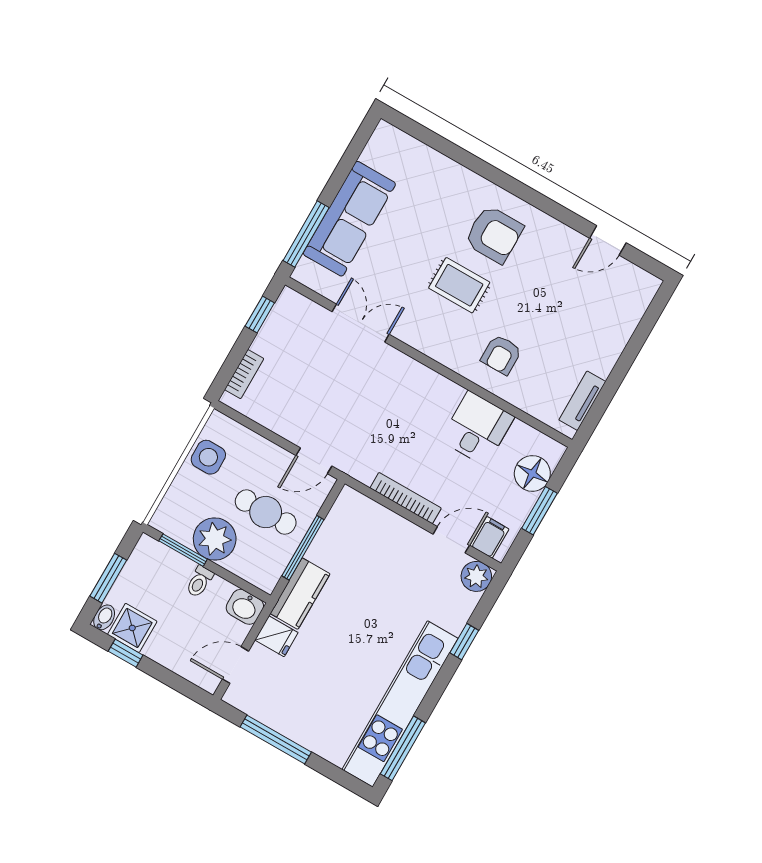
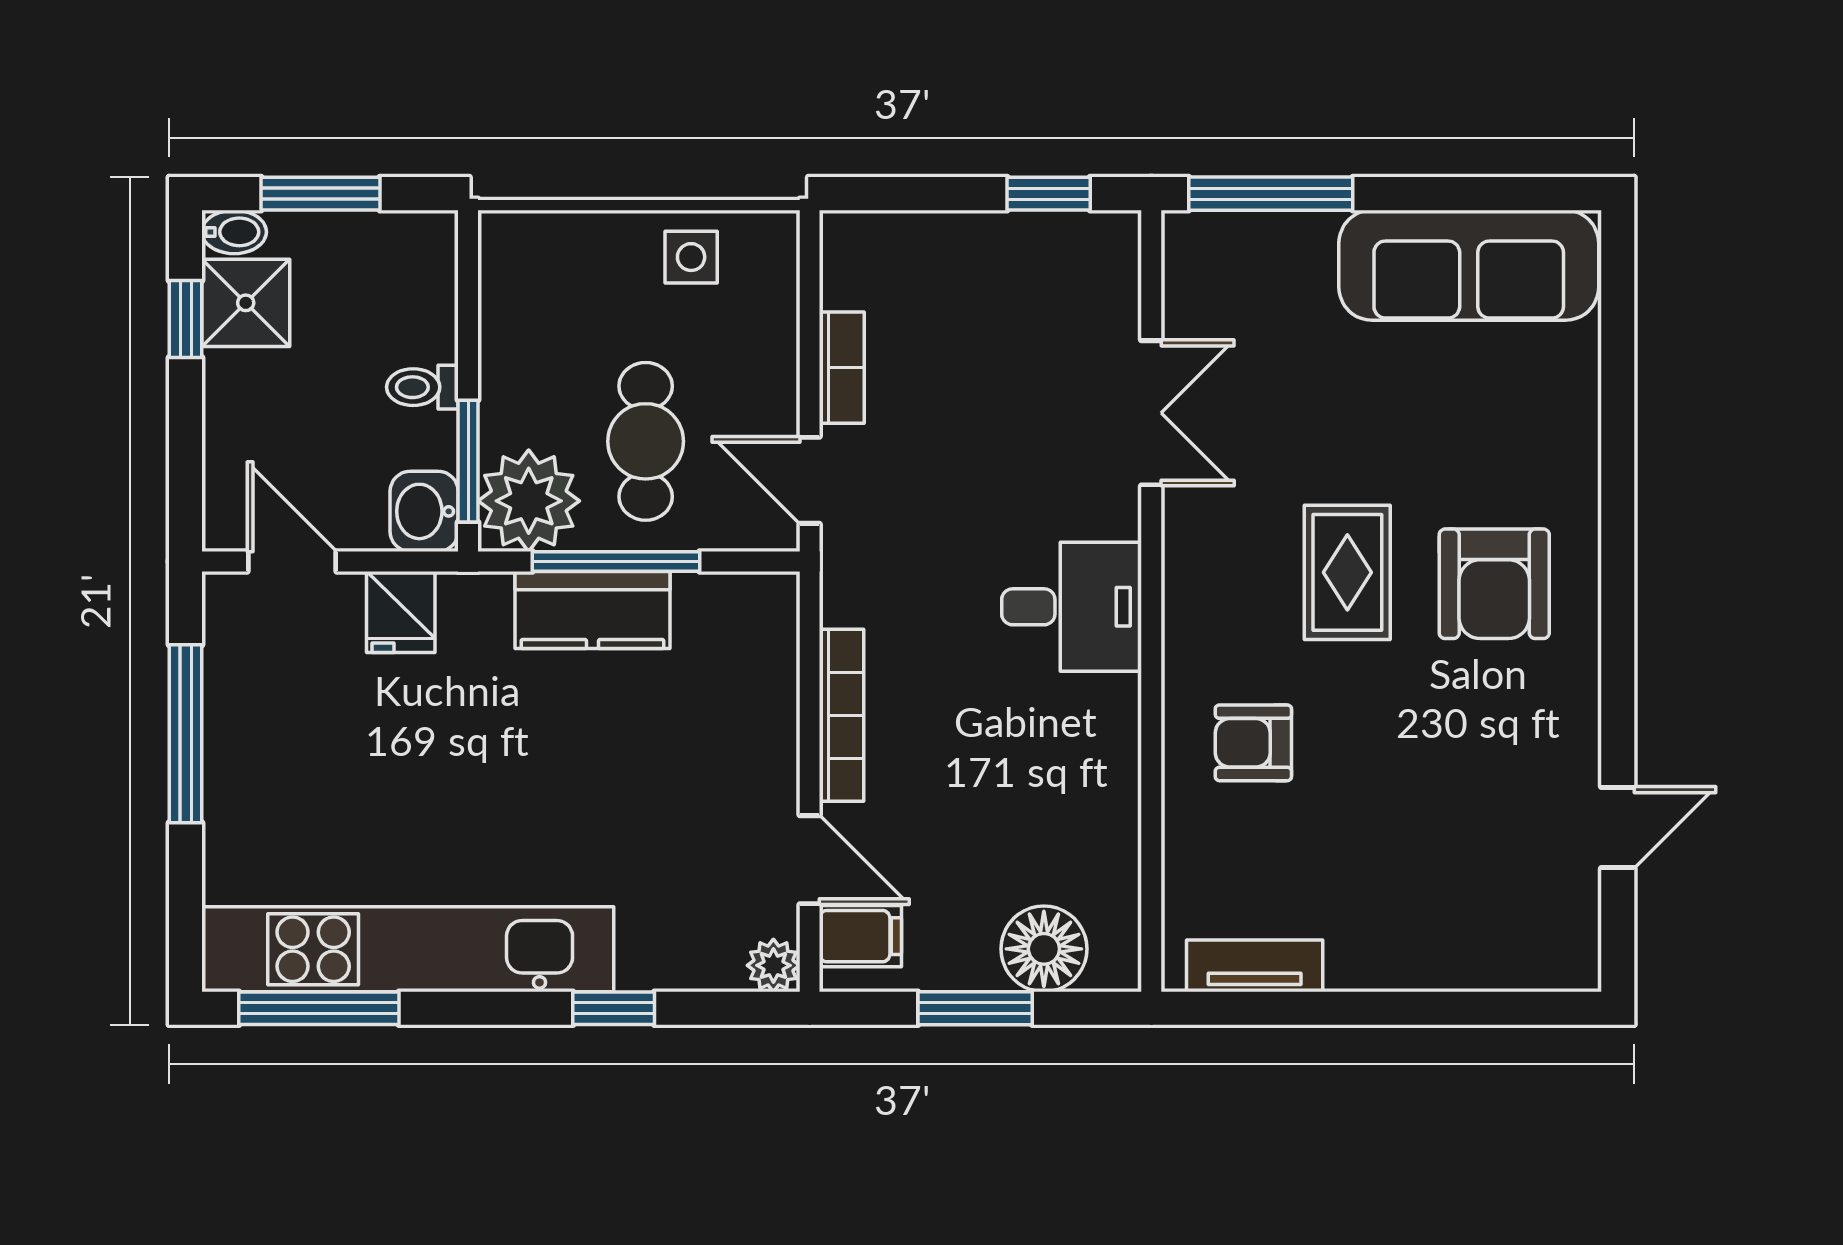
sofa: (349, 219) -> (1469, 265), moved
door: (608, 240) -> (1618, 828), swing flipped
bookcase: (244, 374) -> (842, 368), moved, turned -90
desk: (477, 428) -> (1072, 607), moved
side table: (208, 457) -> (691, 257), width x0.73, depth x0.73
plant: (215, 539) -> (529, 501), moved
window: (183, 550) -> (468, 461), moved
plant: (476, 576) -> (773, 965), width x0.73, depth x0.73
kitchen counter: (300, 594) -> (592, 610), moved

